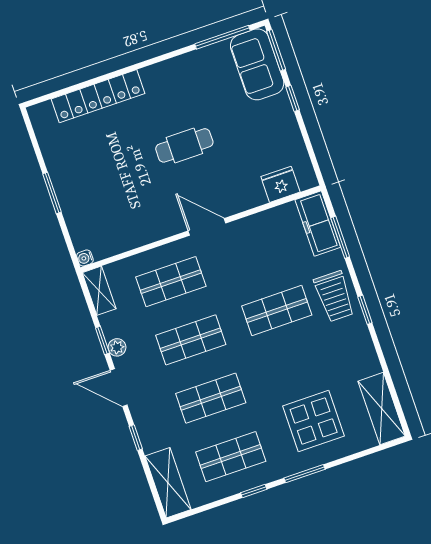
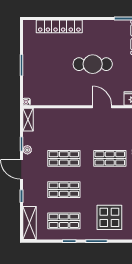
cafe table: (184, 145) -> (93, 64), width x1.37, depth x1.35
door: (207, 227) -> (102, 107), moved
shop shelf: (171, 282) -> (64, 127), removed

